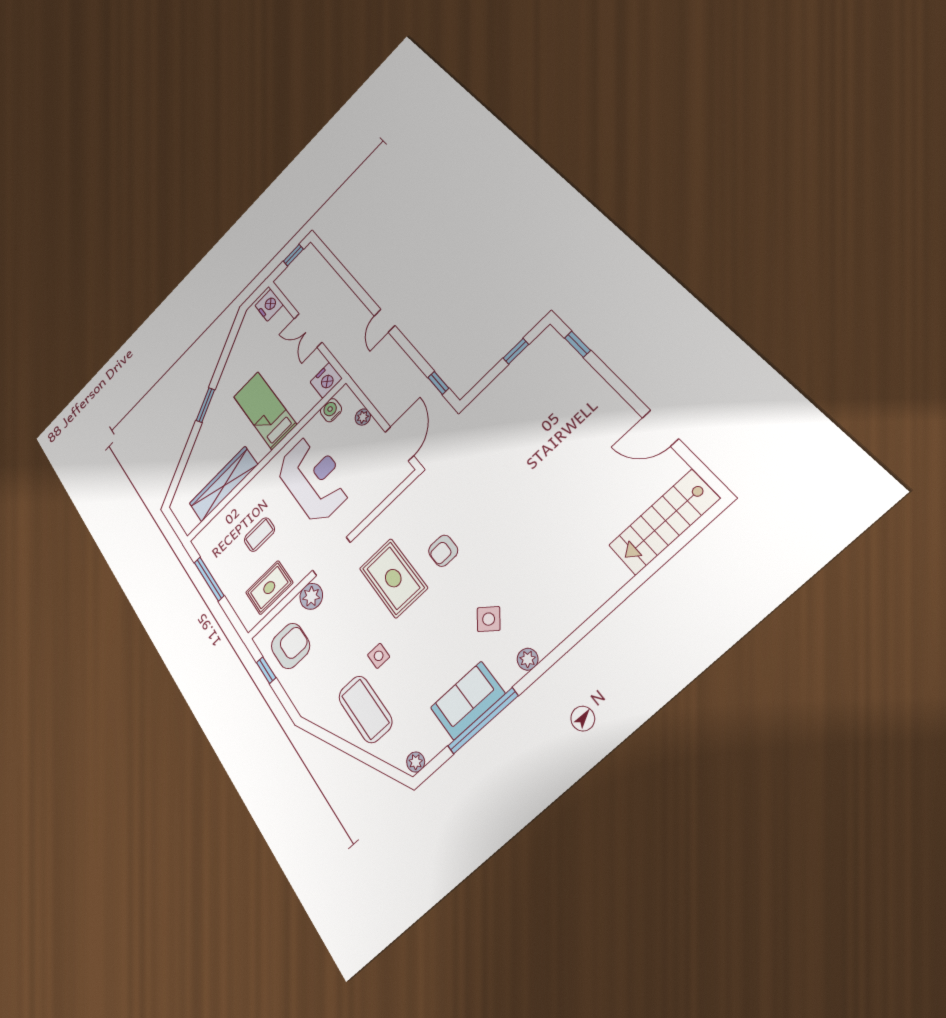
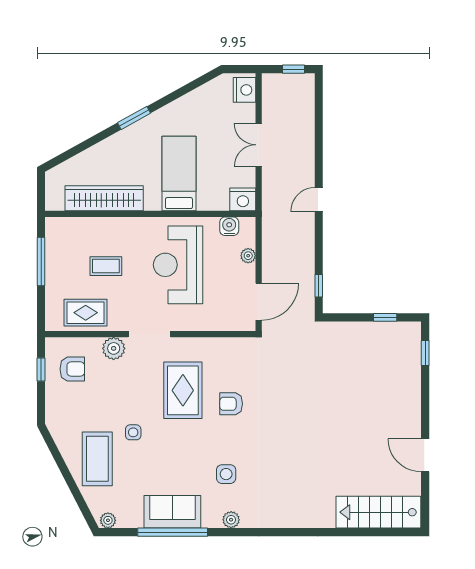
reception desk: (314, 479) -> (178, 265), turned 180
side table: (489, 619) -> (226, 474), turned -38
armchair: (290, 646) -> (72, 369), width x0.72, depth x0.72

